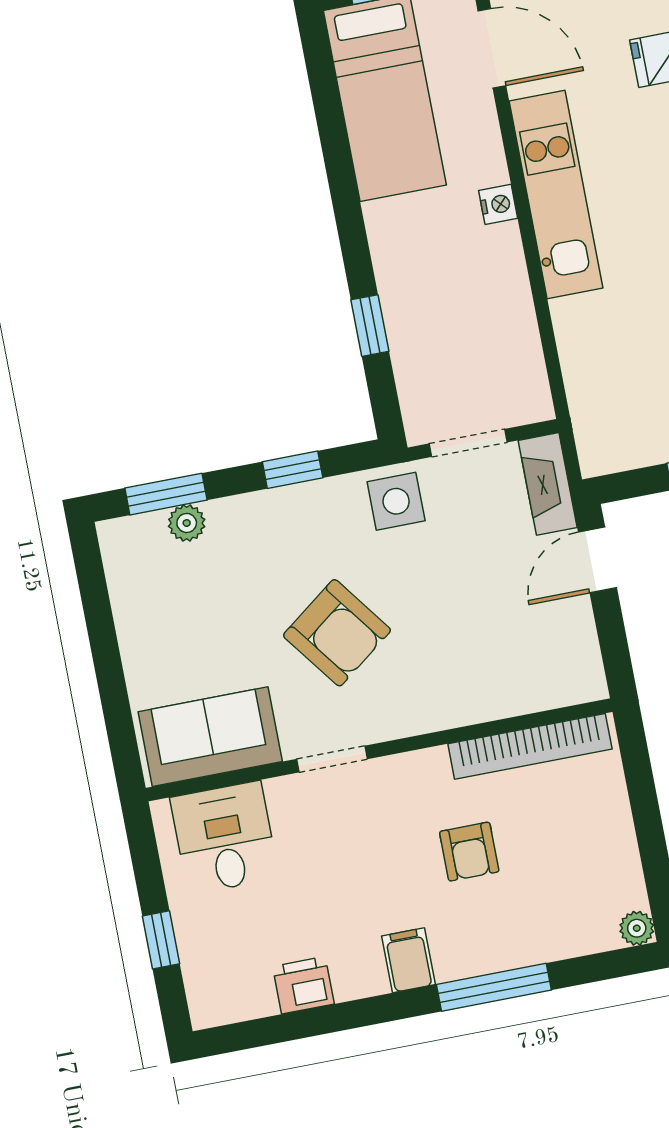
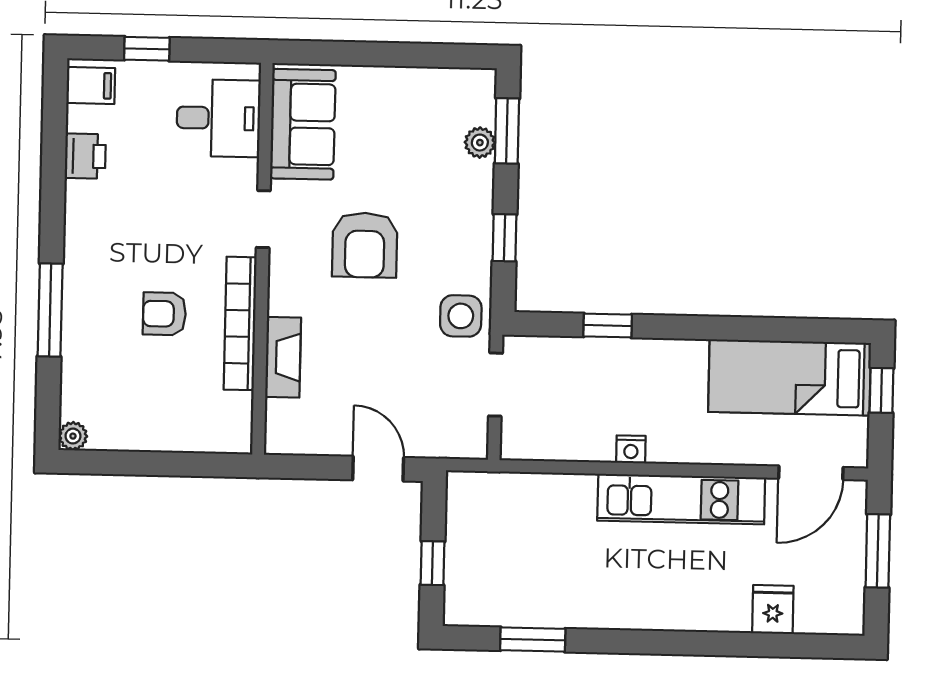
nightstand: (498, 204) -> (631, 449), moved
fireplace: (548, 484) -> (283, 357), moved, turned 90
armchair: (337, 633) -> (365, 245), turned -53
bookcase: (530, 746) -> (240, 323), moved
filing cabinet: (408, 960) -> (91, 85), moved

